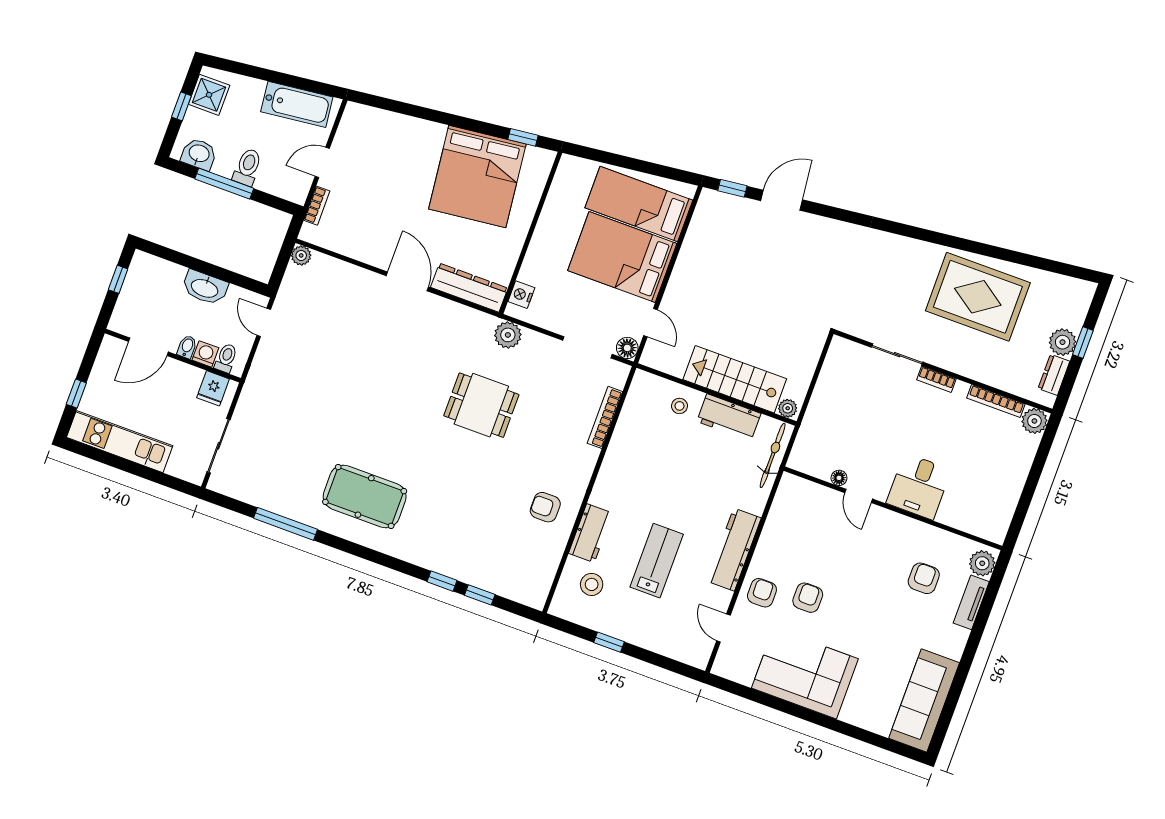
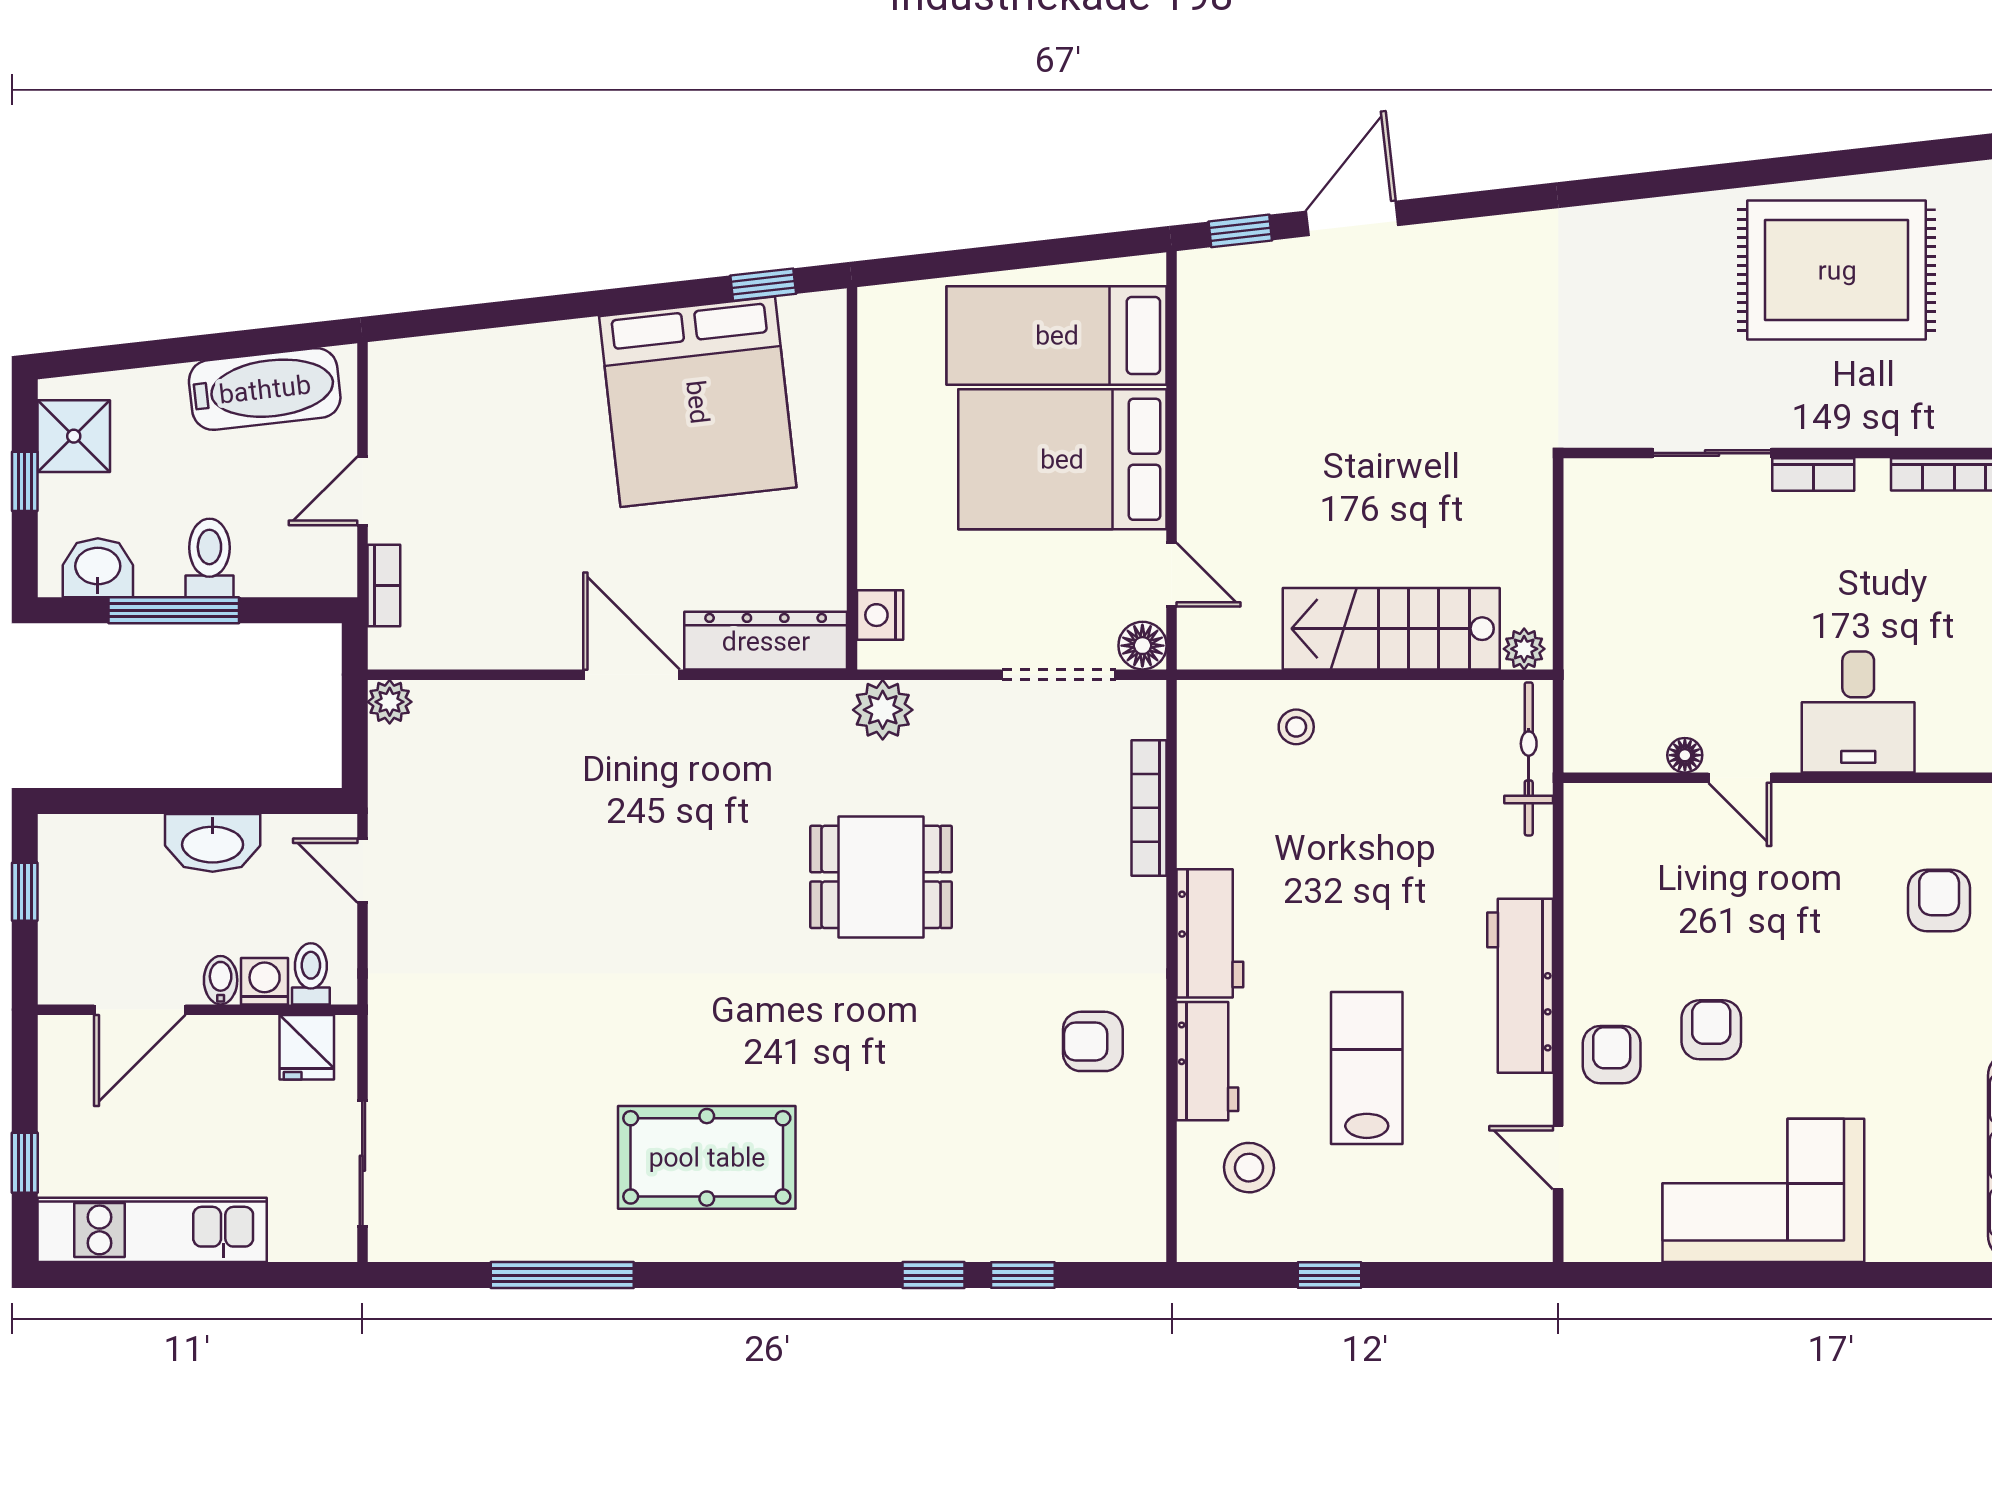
workbench: (729, 417) -> (1210, 933), moved, turned -90

